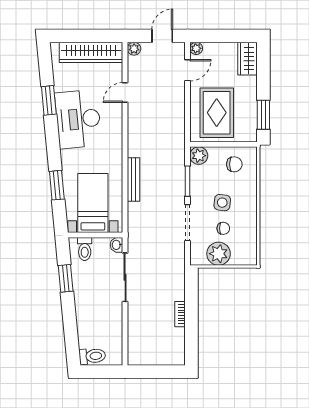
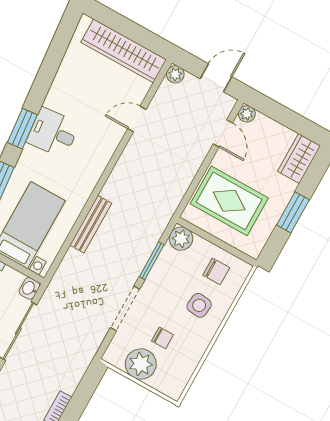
door: (188, 70) -> (223, 133), hinge flipped
window: (49, 100) -> (22, 129), moved
rug: (217, 113) -> (229, 201), turned 90
window: (263, 115) -> (293, 212), moved
desk: (78, 119) -> (53, 133), width x0.53, depth x0.77
side table: (222, 203) -> (199, 305), moved

